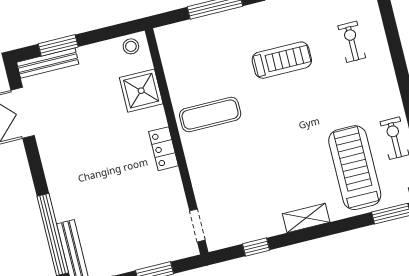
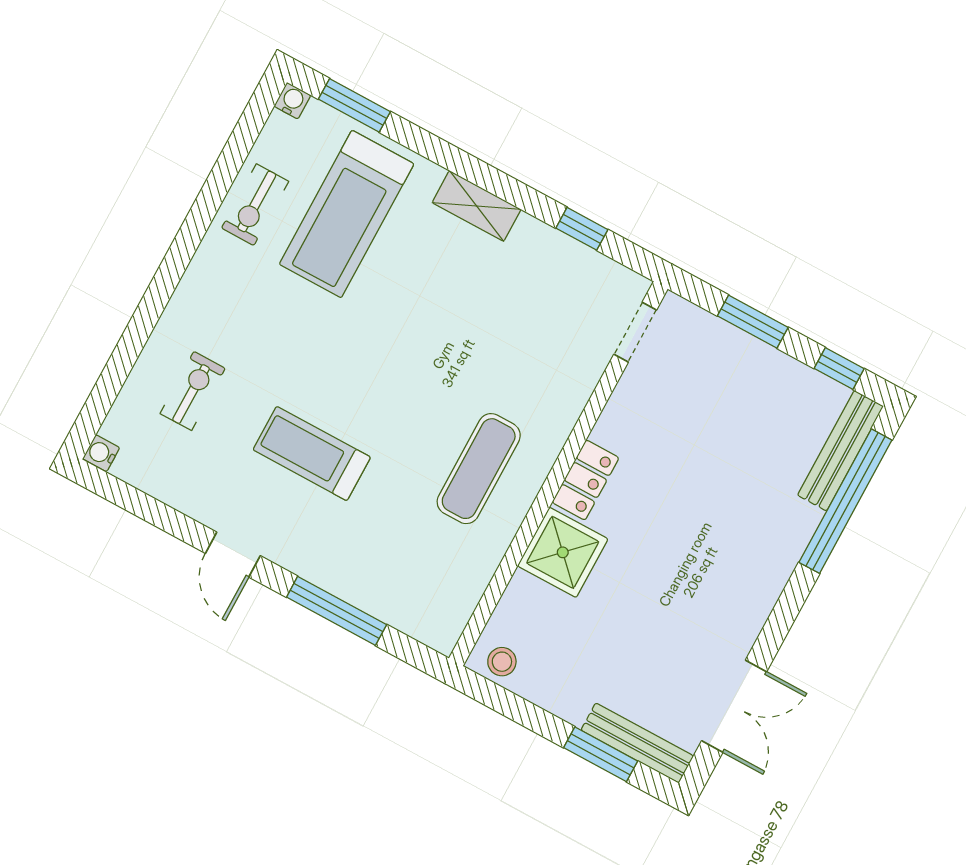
exercise bike: (352, 42) -> (193, 391), turned 180
shower: (141, 91) -> (563, 552), moved
exercise mat: (210, 115) -> (479, 469), turned 90

